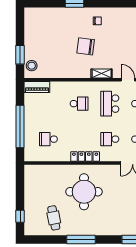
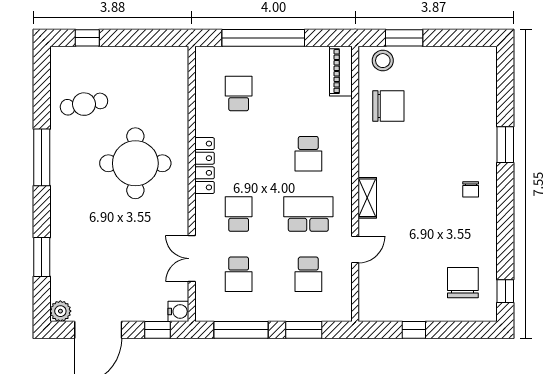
chair: (86, 46) -> (388, 106), moved, turned 83

